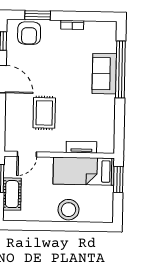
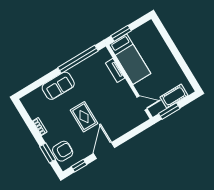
window: (120, 69) -> (78, 59), moved
rug: (44, 113) -> (84, 117), moved, turned 90
stool: (69, 210) -> (161, 53), removed

